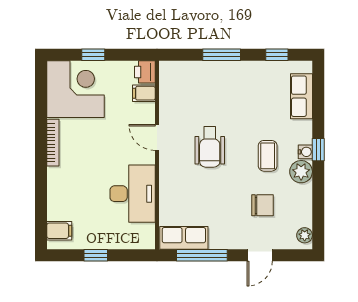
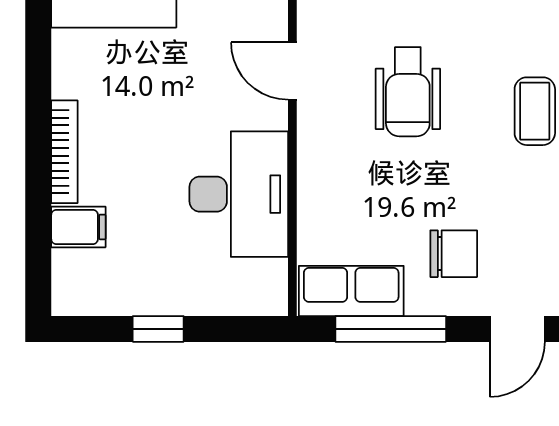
bookcase: (53, 143) -> (64, 152), moved
chair: (262, 205) -> (454, 254), moved
filing cabinet: (59, 231) -> (78, 227), moved

